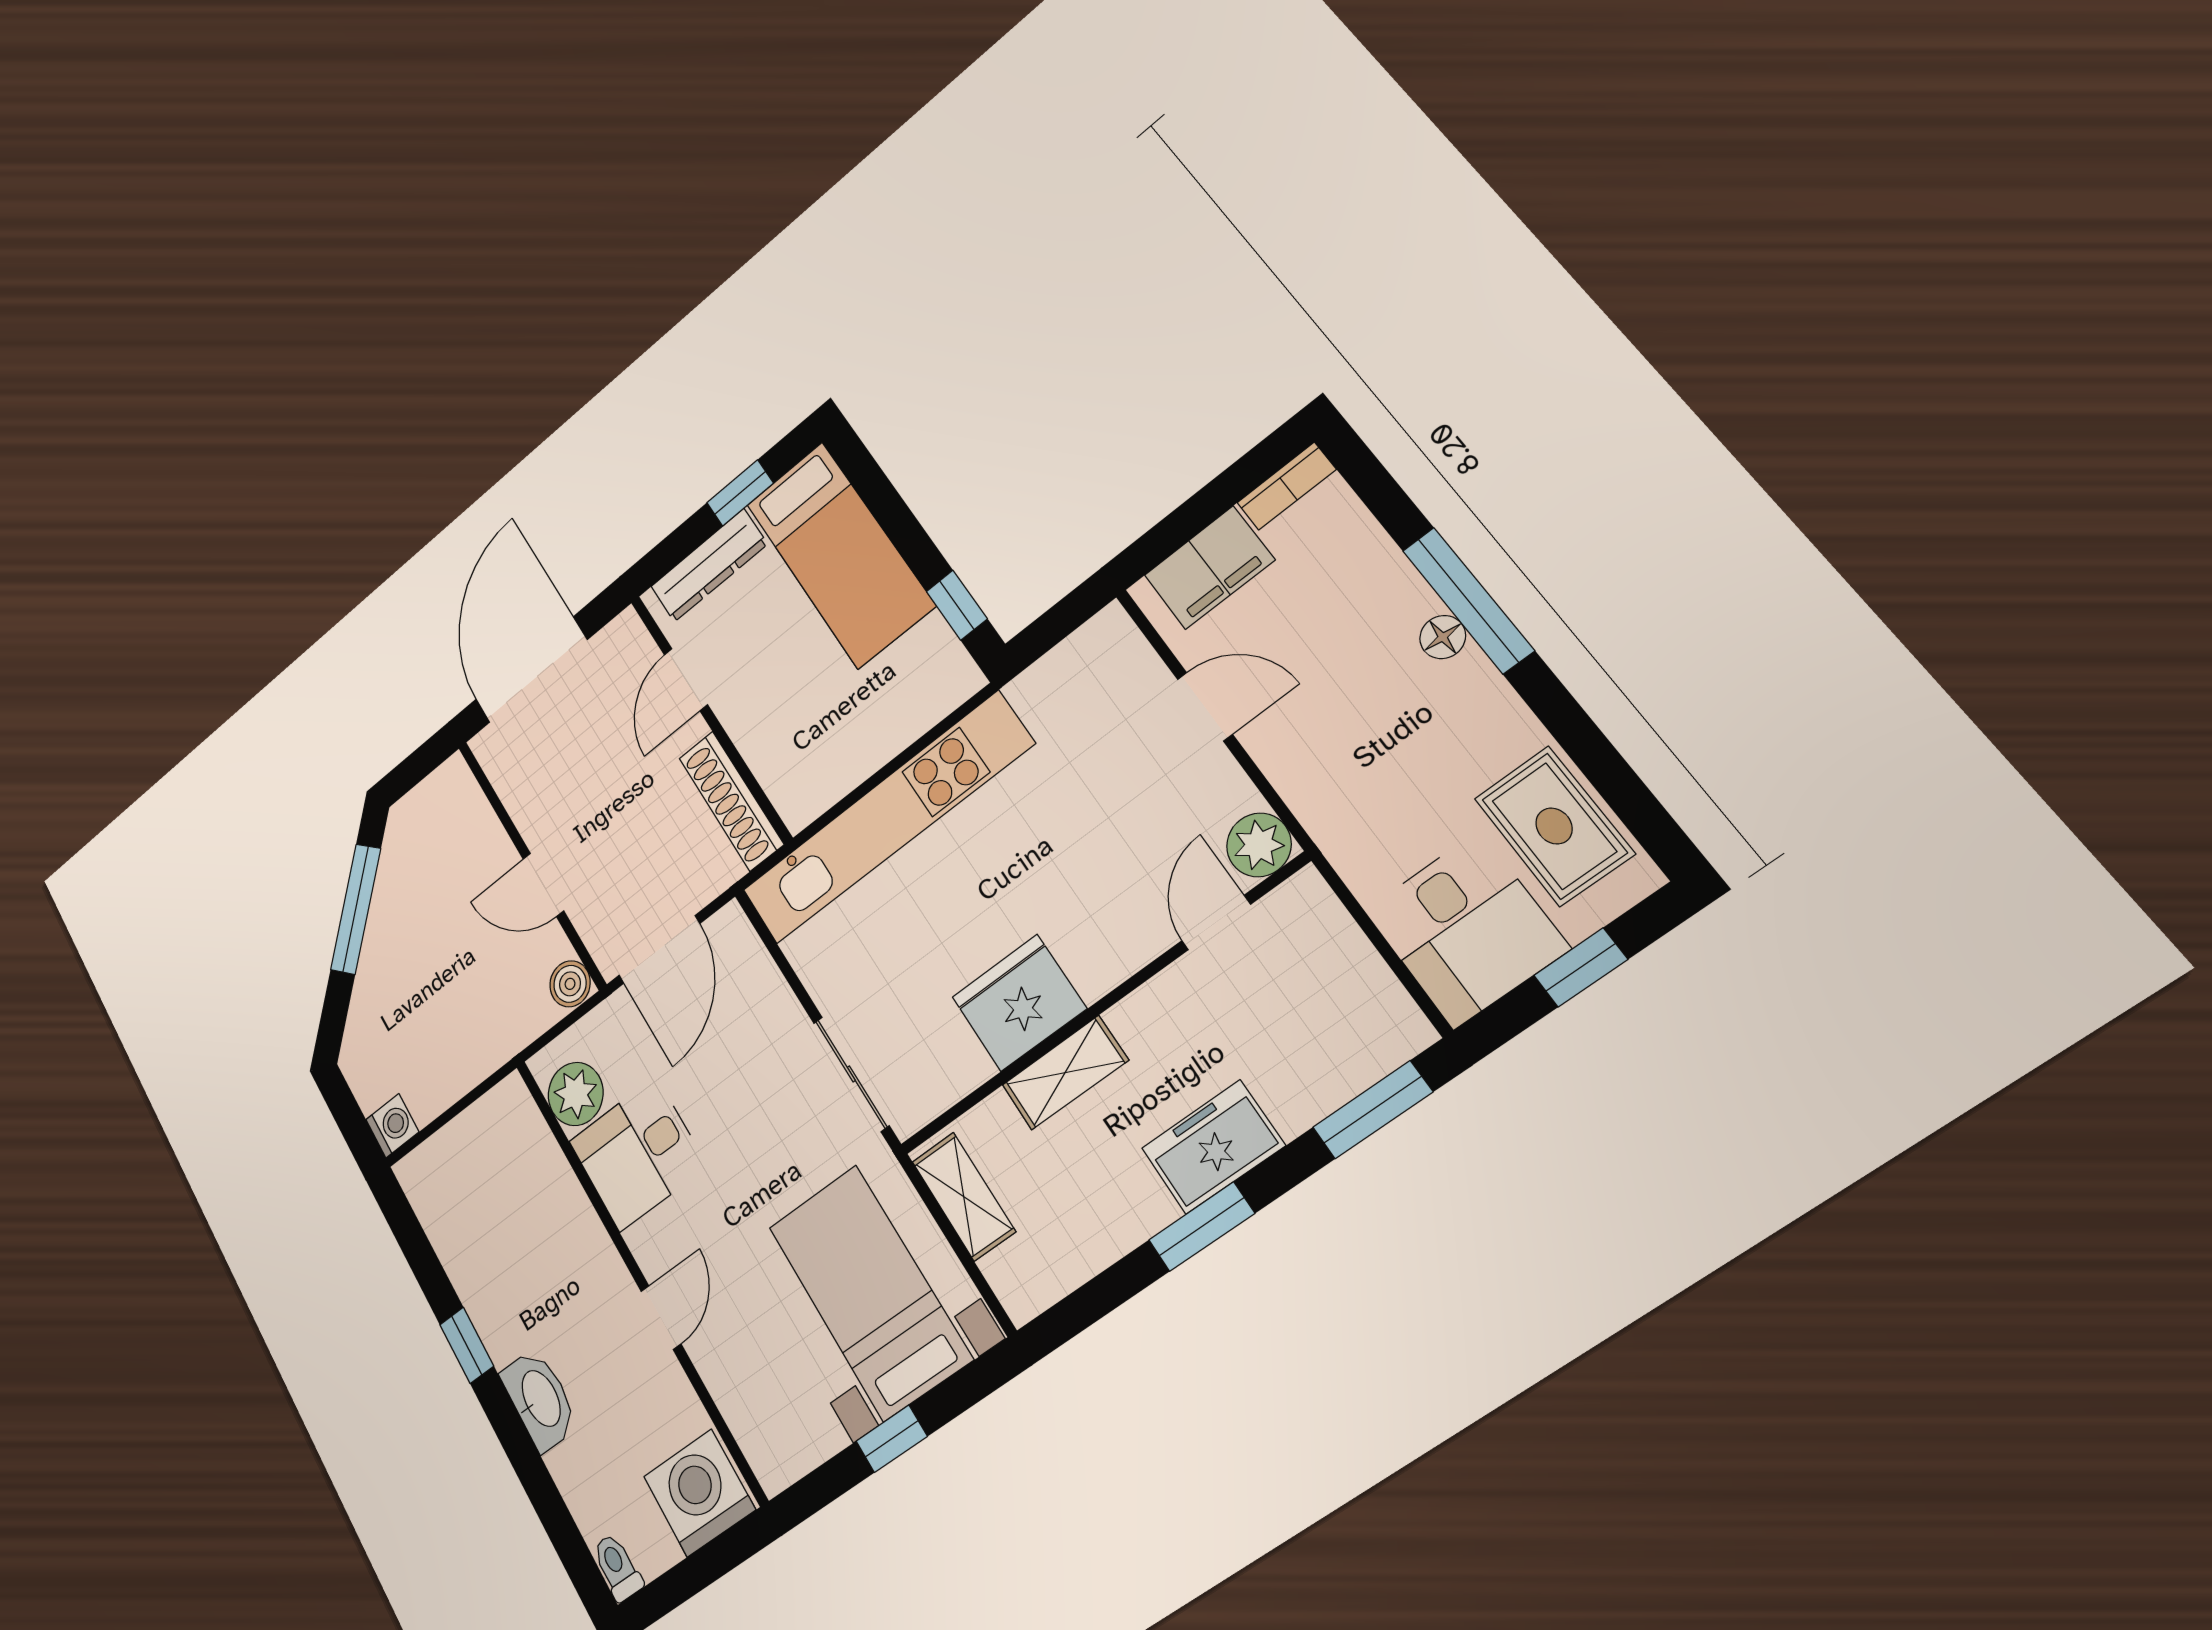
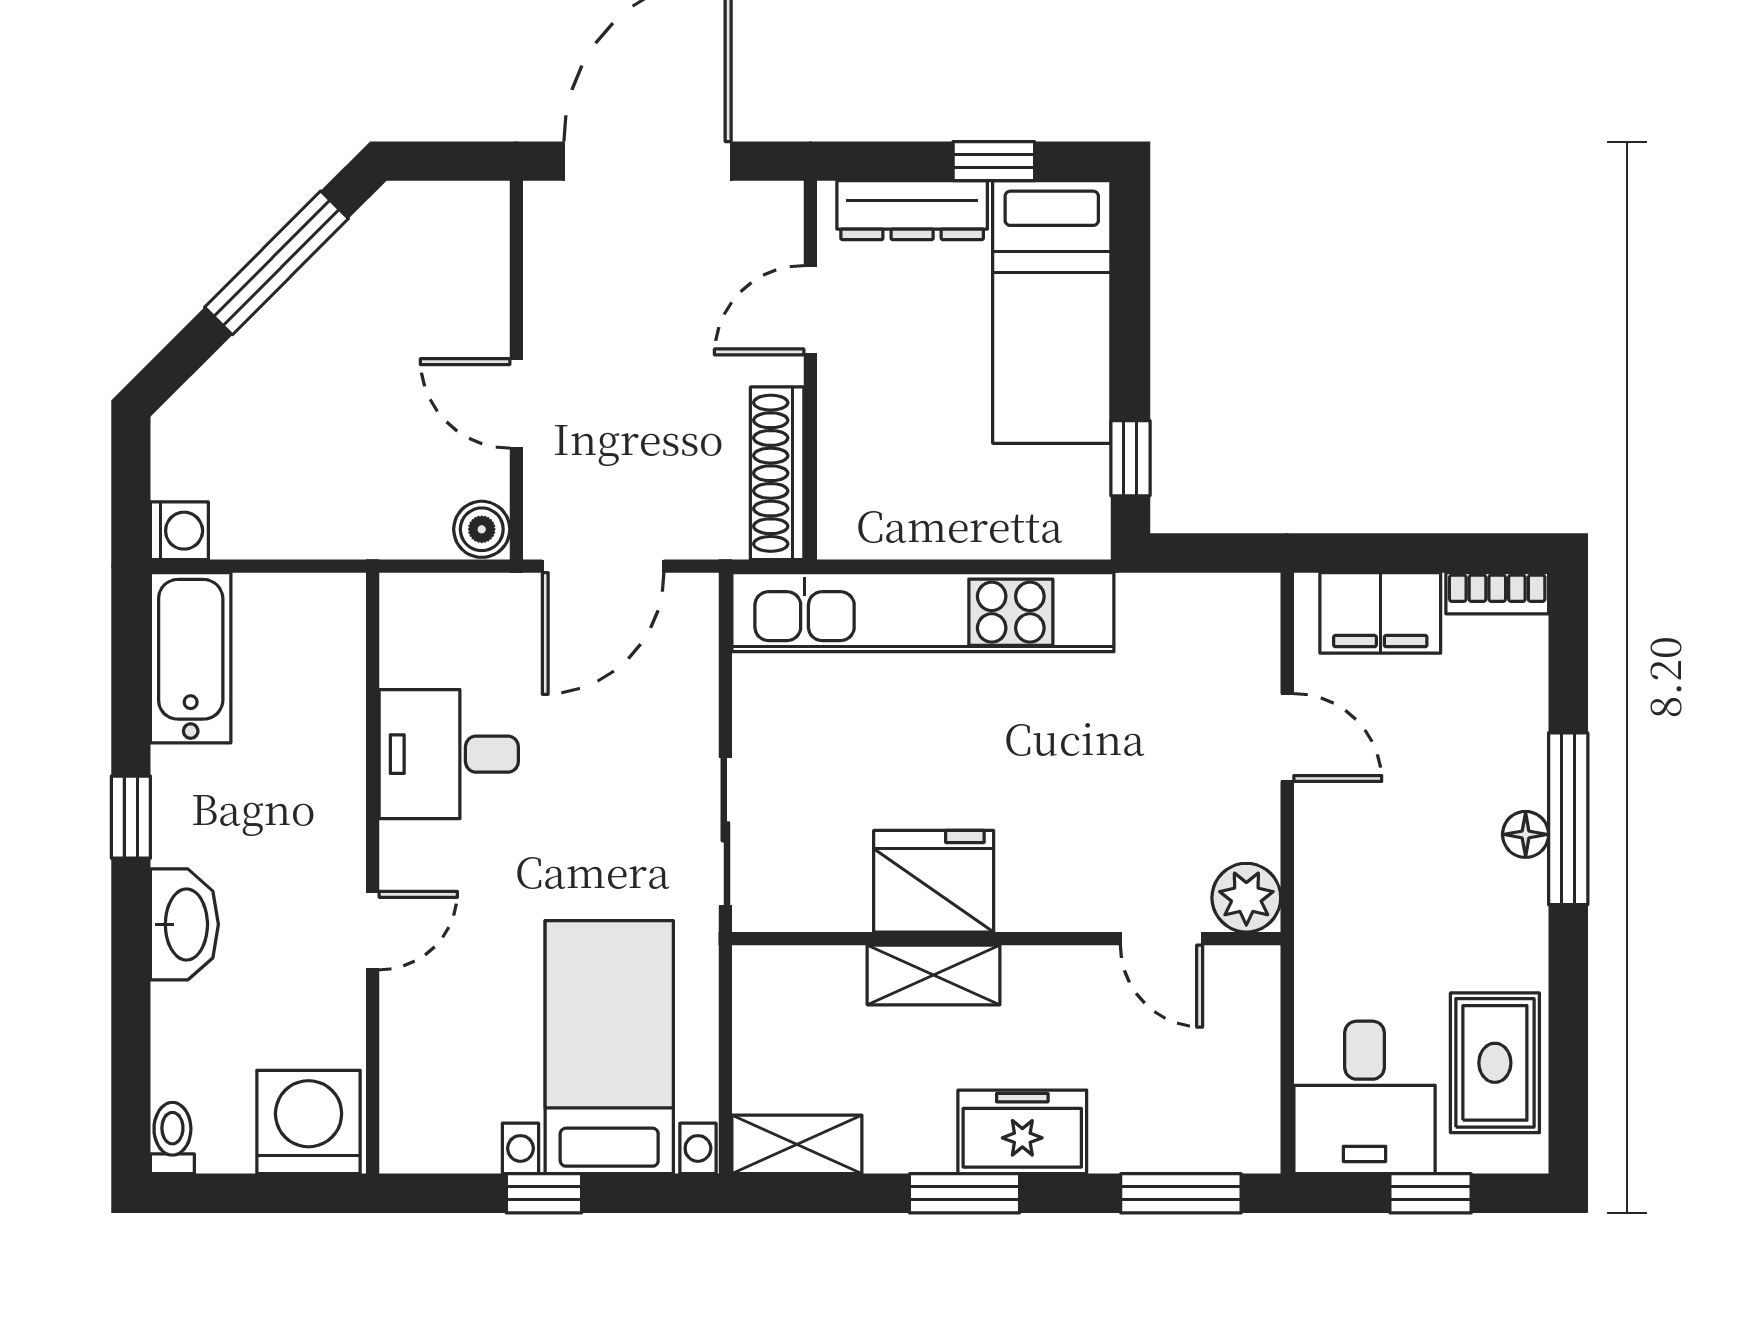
door: (1216, 923) -> (1162, 939), swing flipped
plant: (576, 1094) -> (417, 647), removed
shelving: (964, 1197) -> (797, 1144), moved, turned 90
bathtub: (444, 1207) -> (191, 658), added

